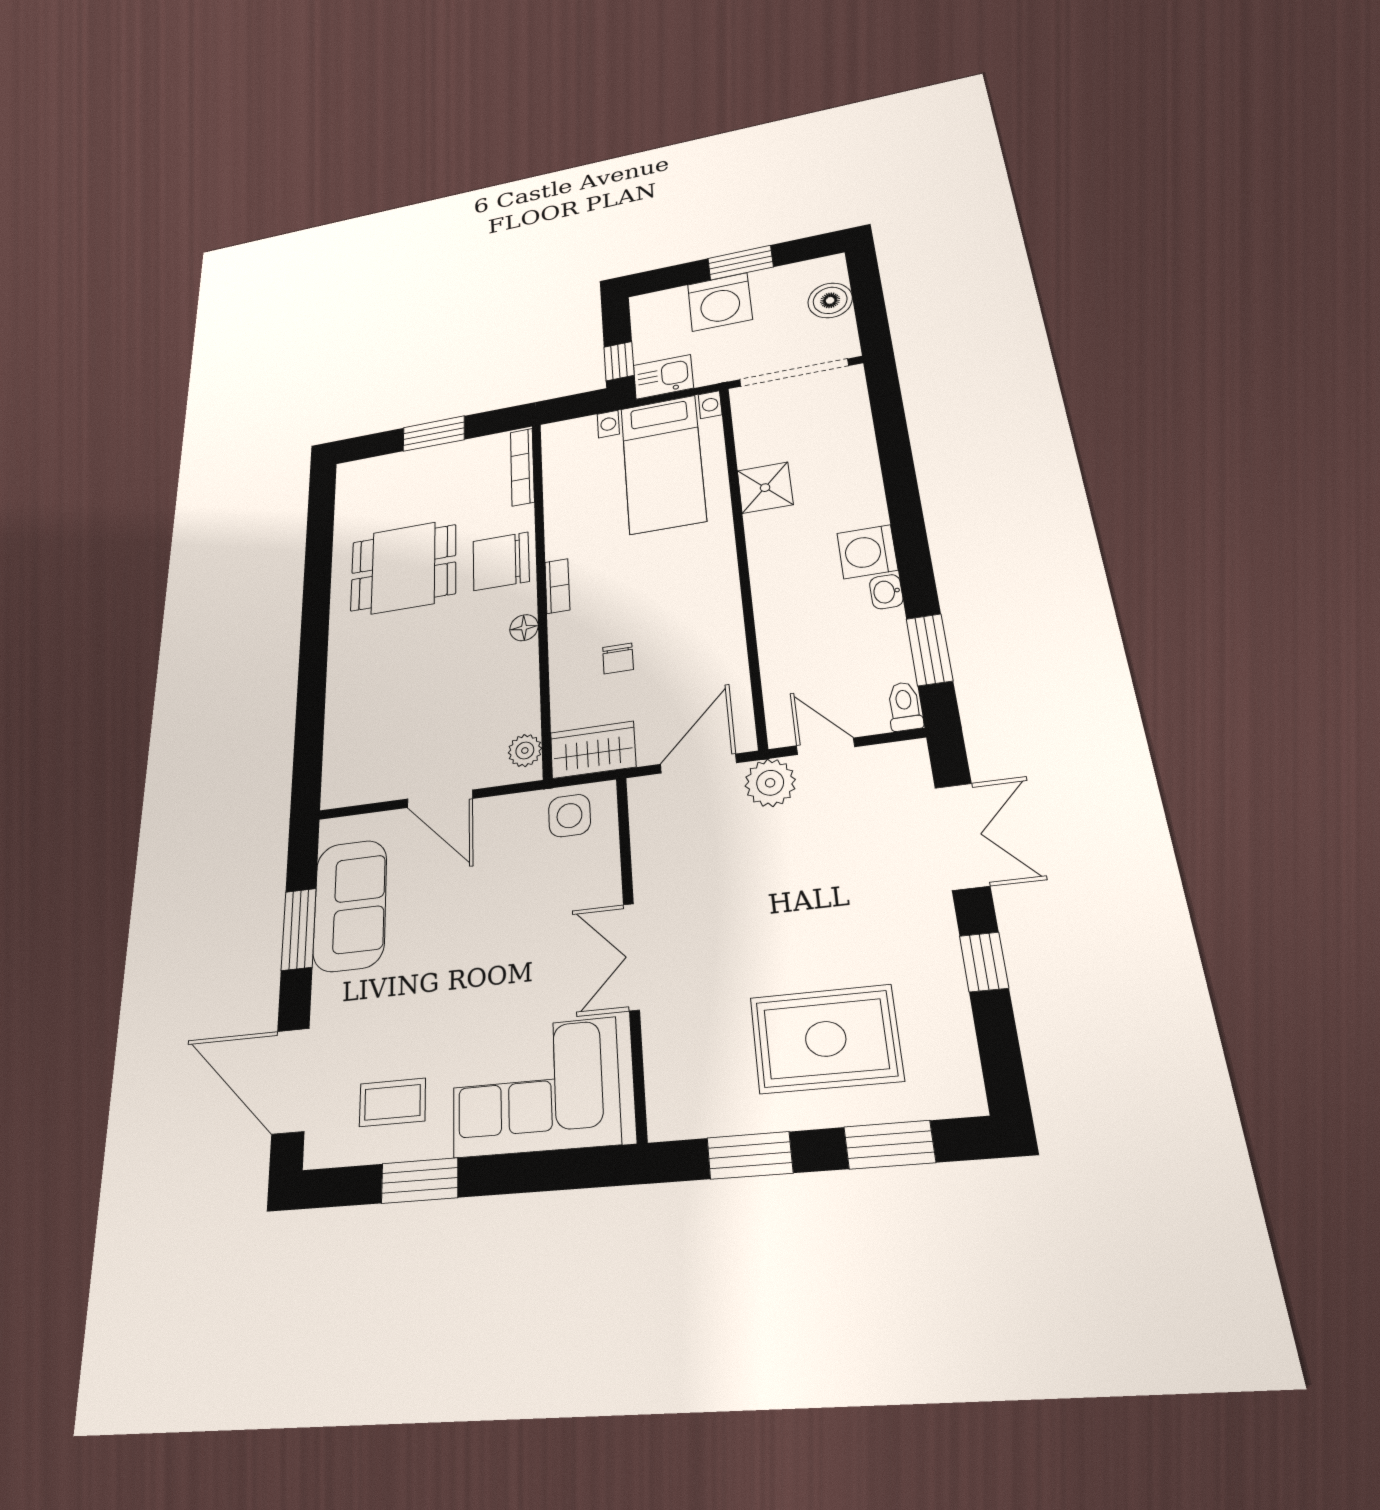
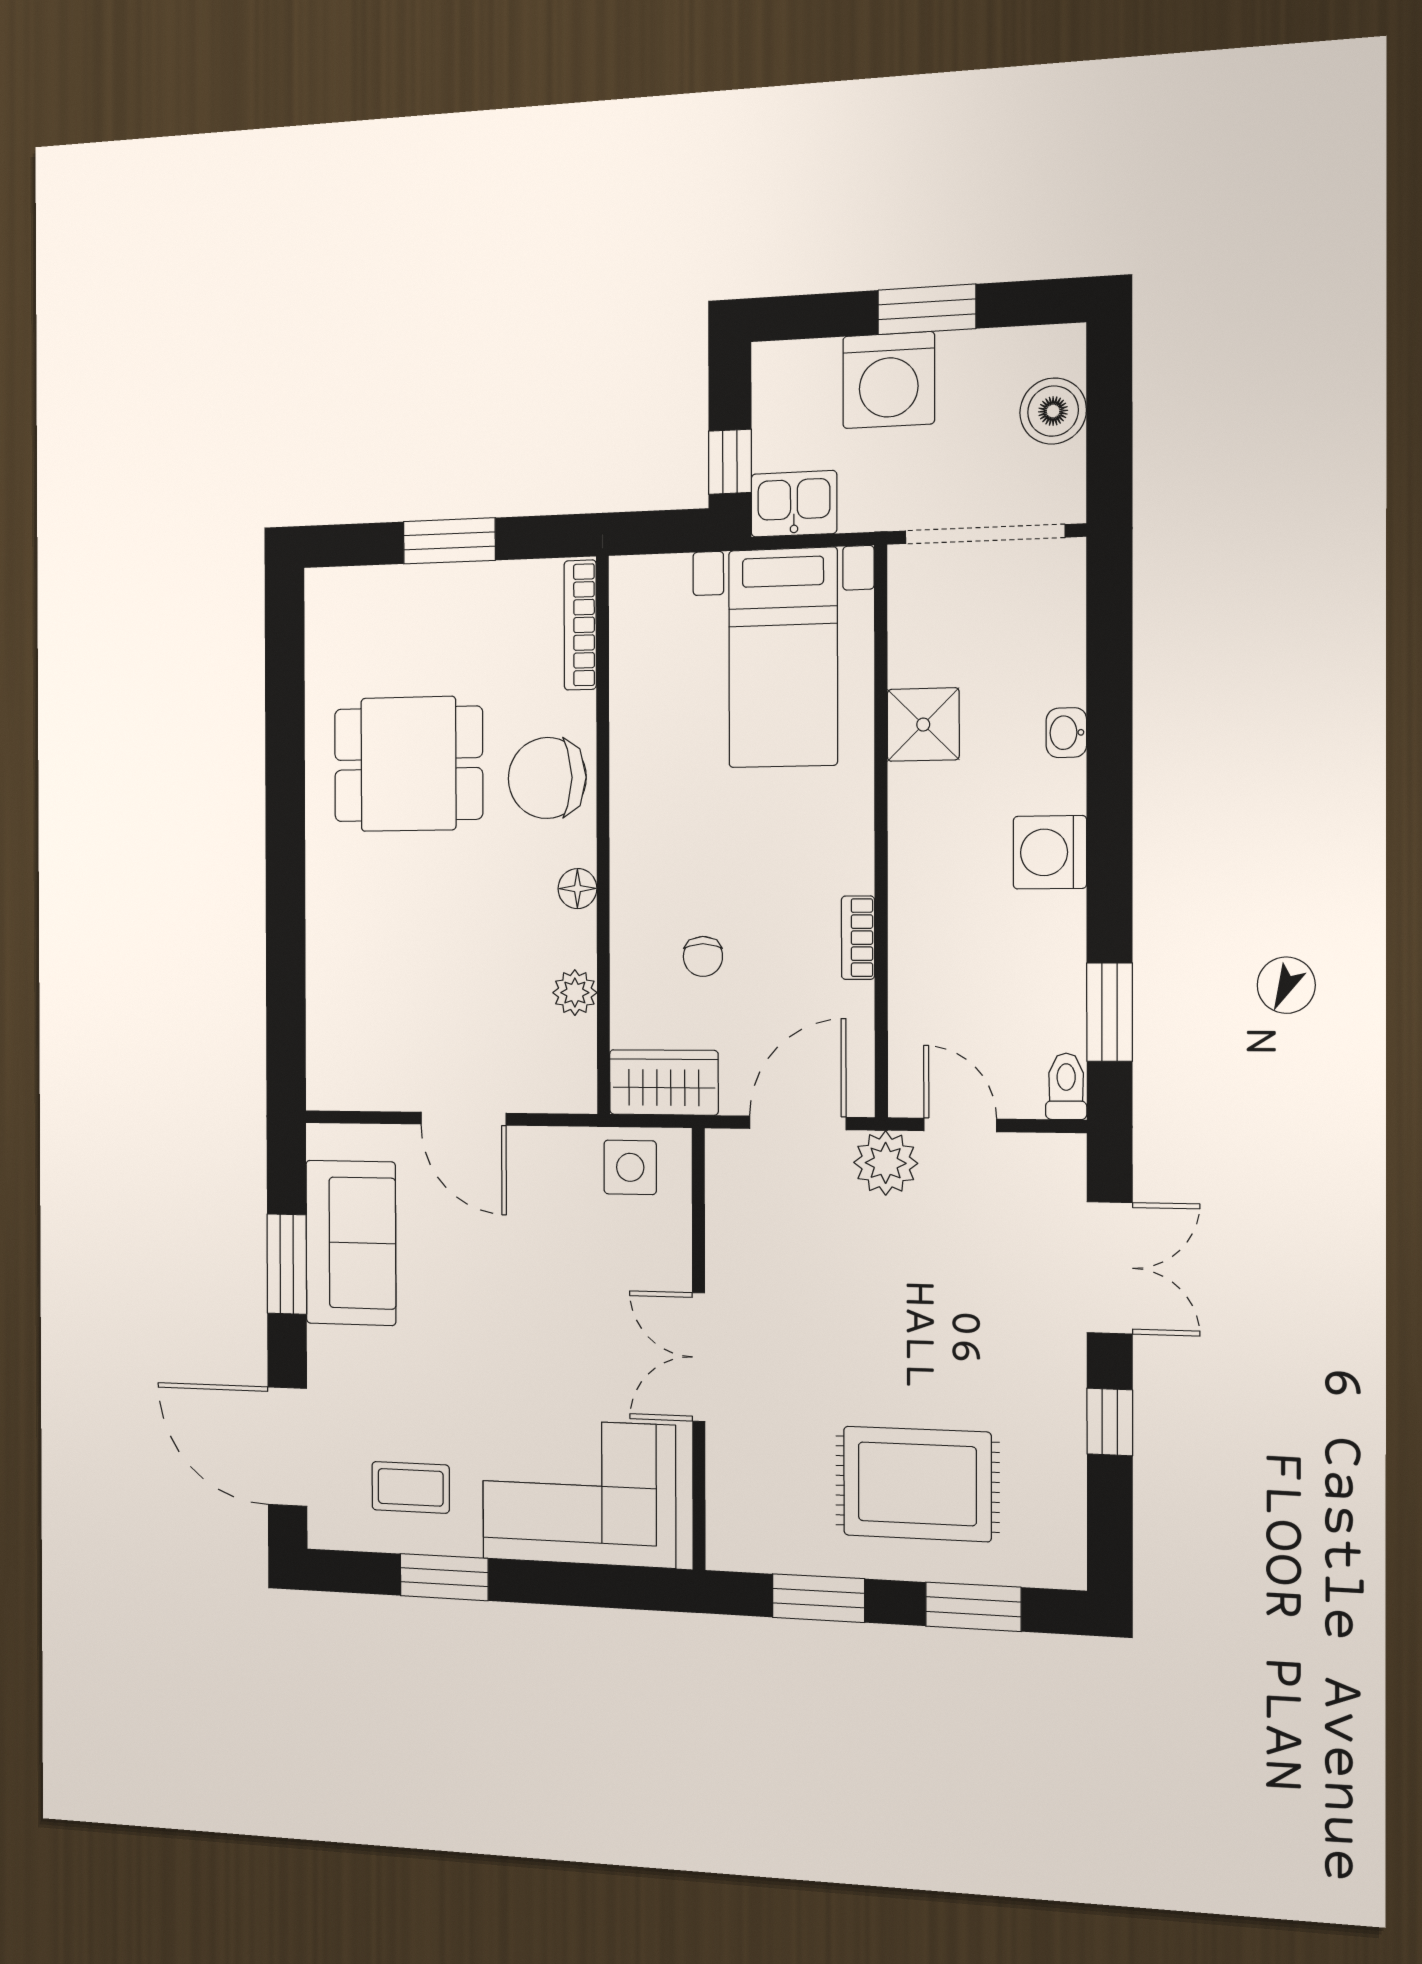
bookcase: (557, 586) -> (858, 938), moved, turned 180
washbasin: (886, 592) -> (1066, 733), moved
plant: (525, 750) -> (575, 993), moved

